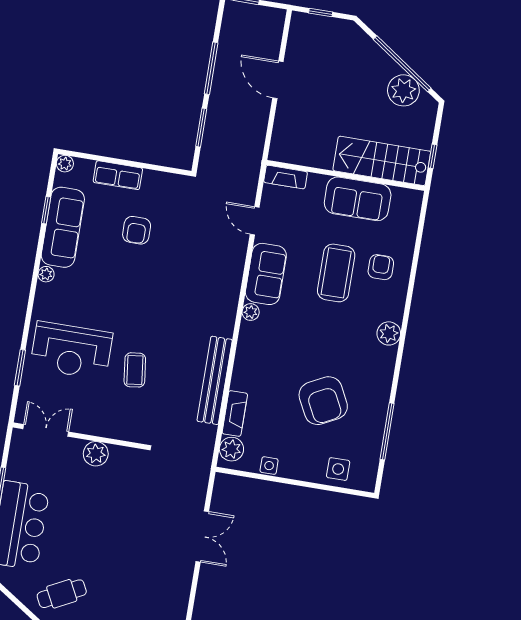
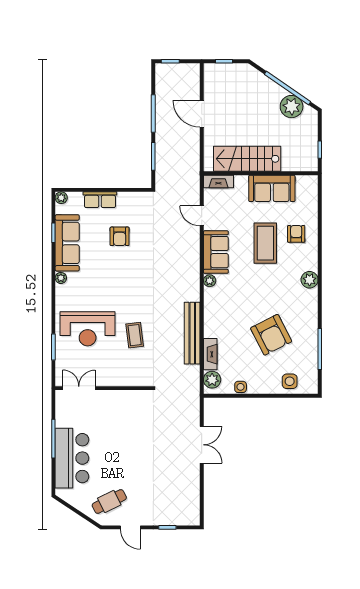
stairs: (382, 161) -> (247, 159), moved
plant: (96, 454) -> (117, 399), removed

